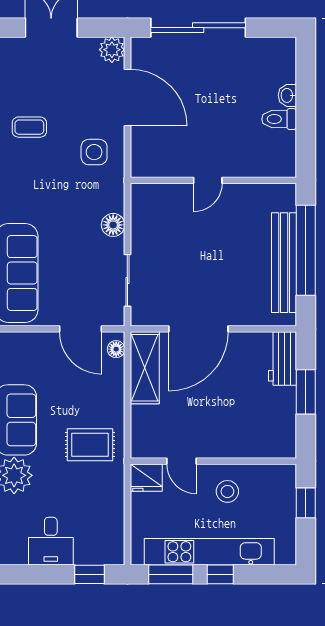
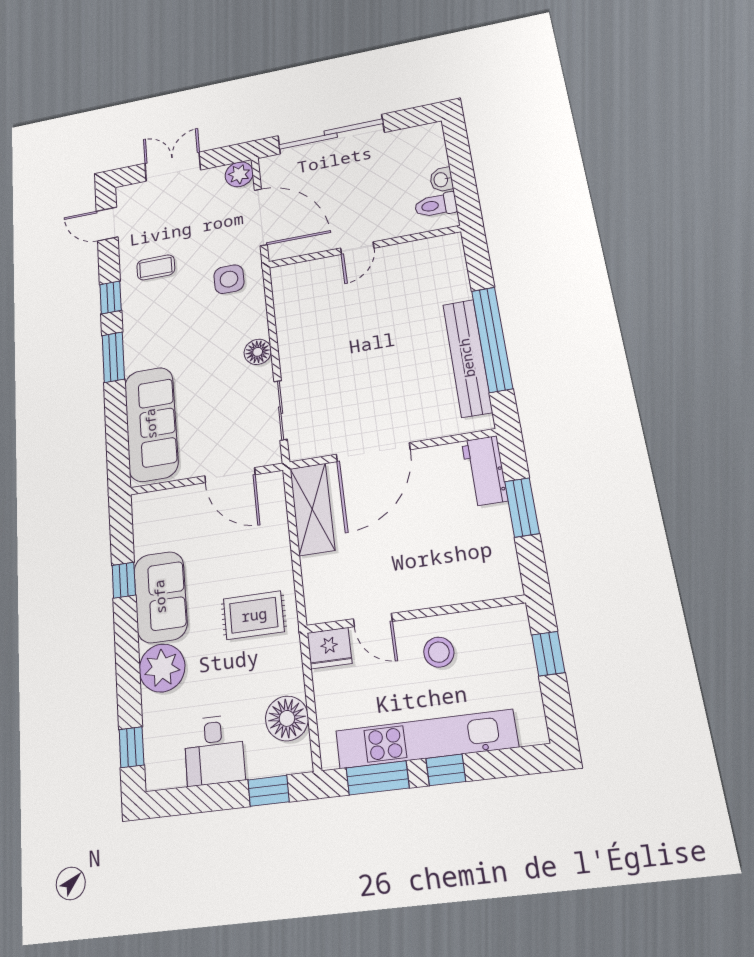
door: (208, 180) -> (357, 248), moved
wall: (213, 180) -> (364, 247), moved
floor lamp: (116, 349) -> (287, 718), moved, width x1.89, depth x1.89

